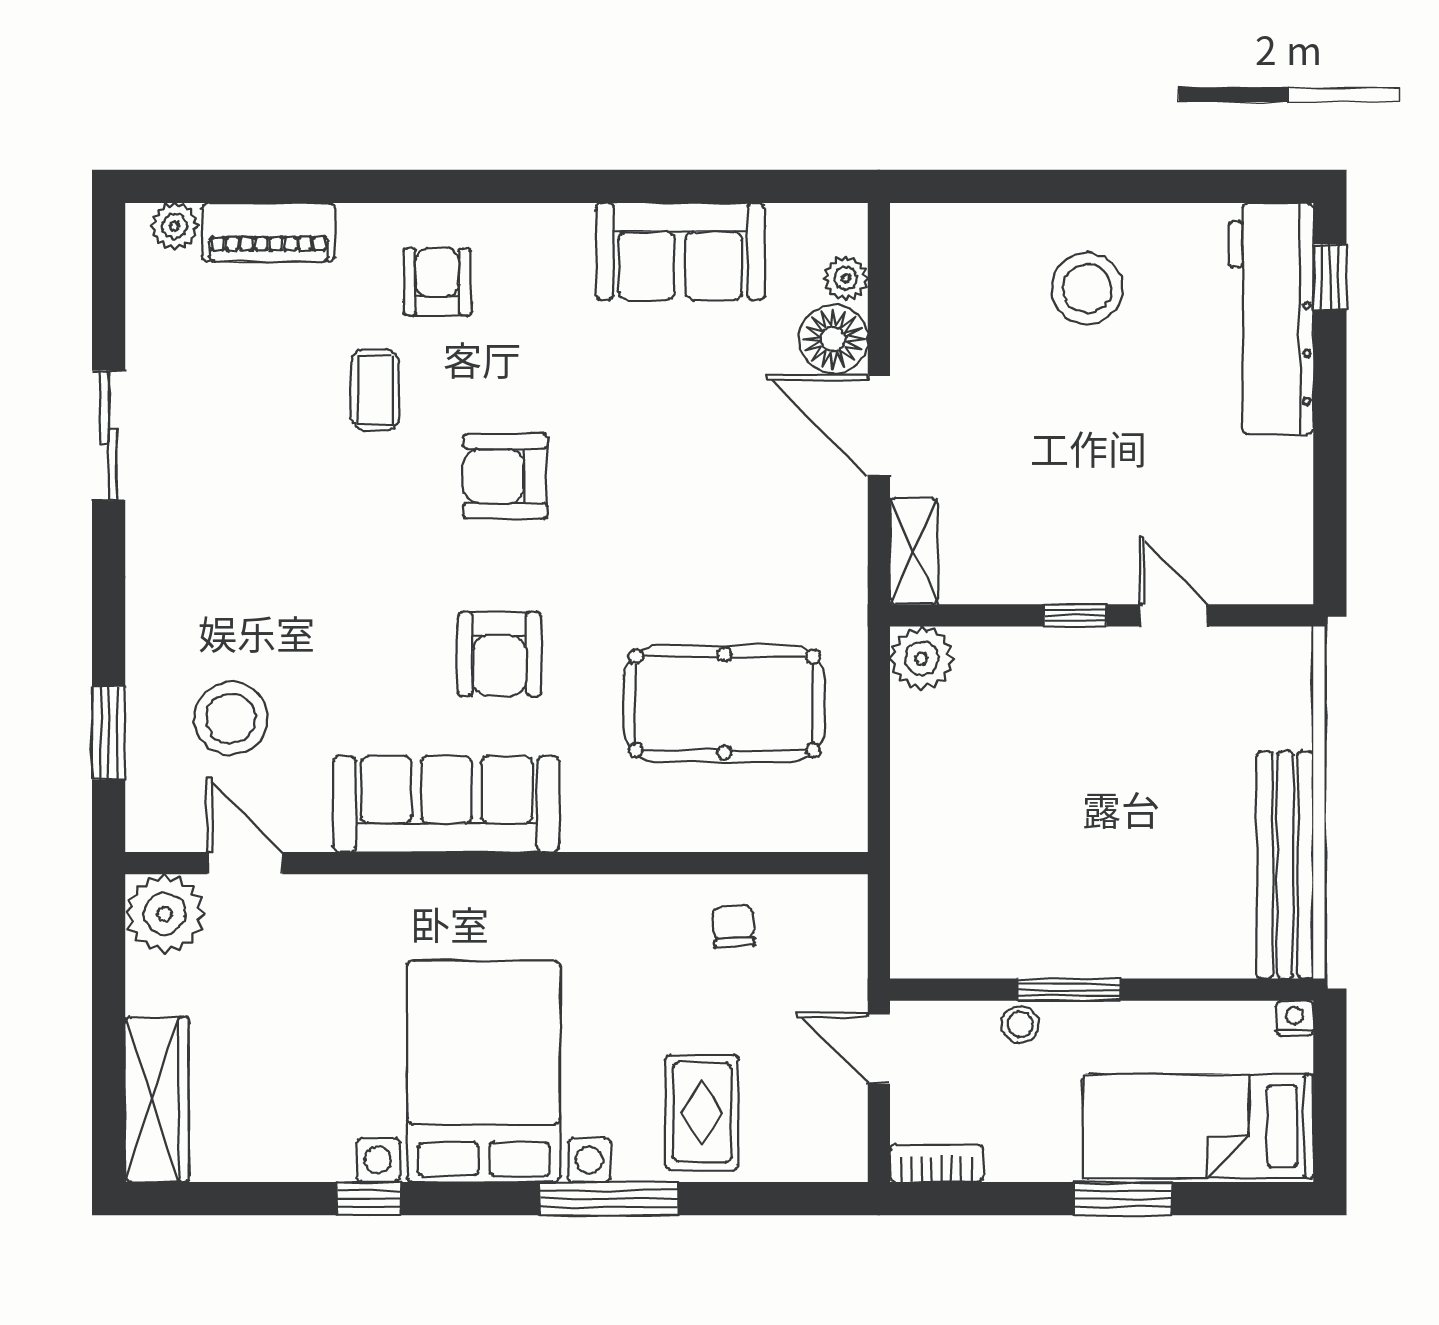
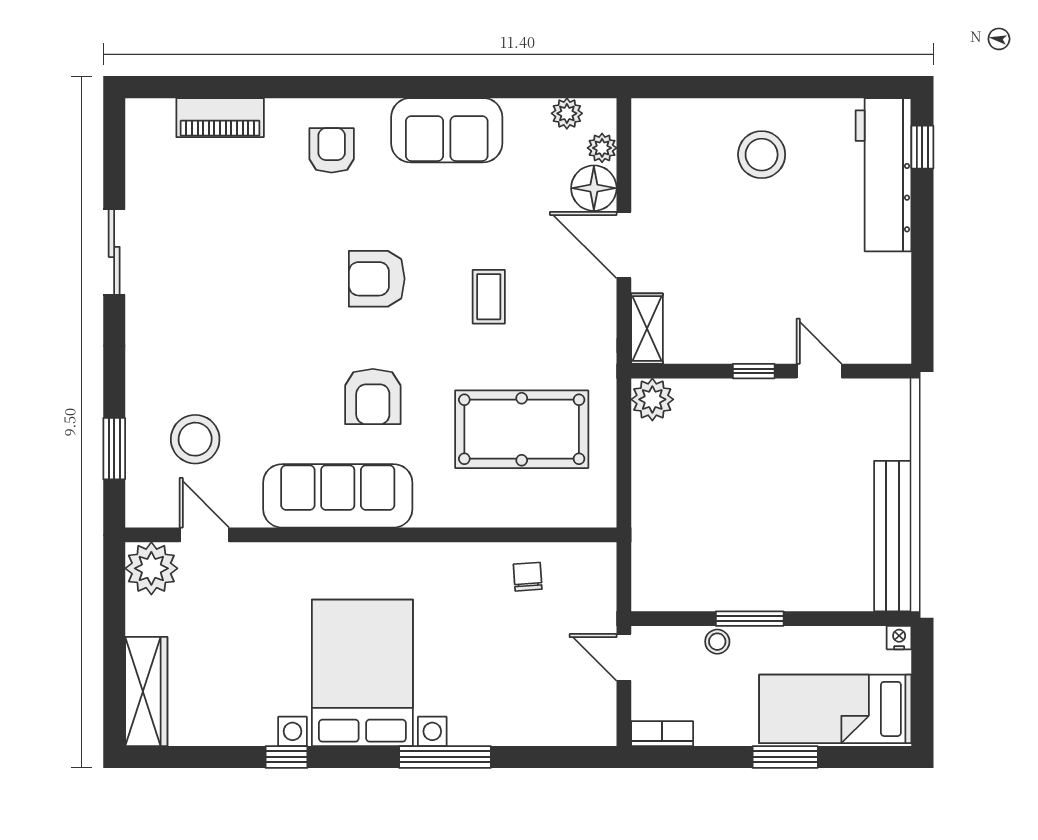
plant: (175, 226) -> (567, 113), moved
sofa: (680, 251) -> (447, 130), moved
coffee table: (375, 390) -> (489, 297), moved
rug: (702, 1112) -> (507, 700), removed

